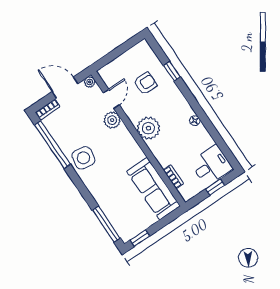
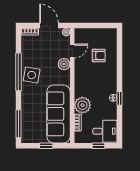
window: (172, 71) -> (119, 98), moved
plant: (148, 128) -> (82, 105), moved
window: (52, 145) -> (18, 72), moved
sofa: (153, 189) -> (58, 114), width x1.36, depth x1.27
window: (140, 238) -> (46, 146), moved

